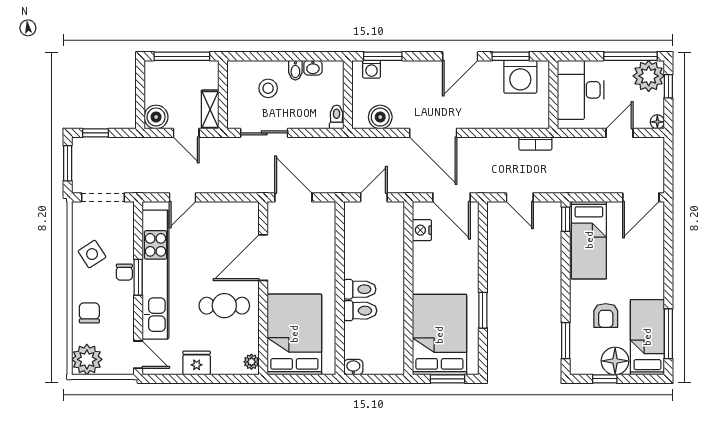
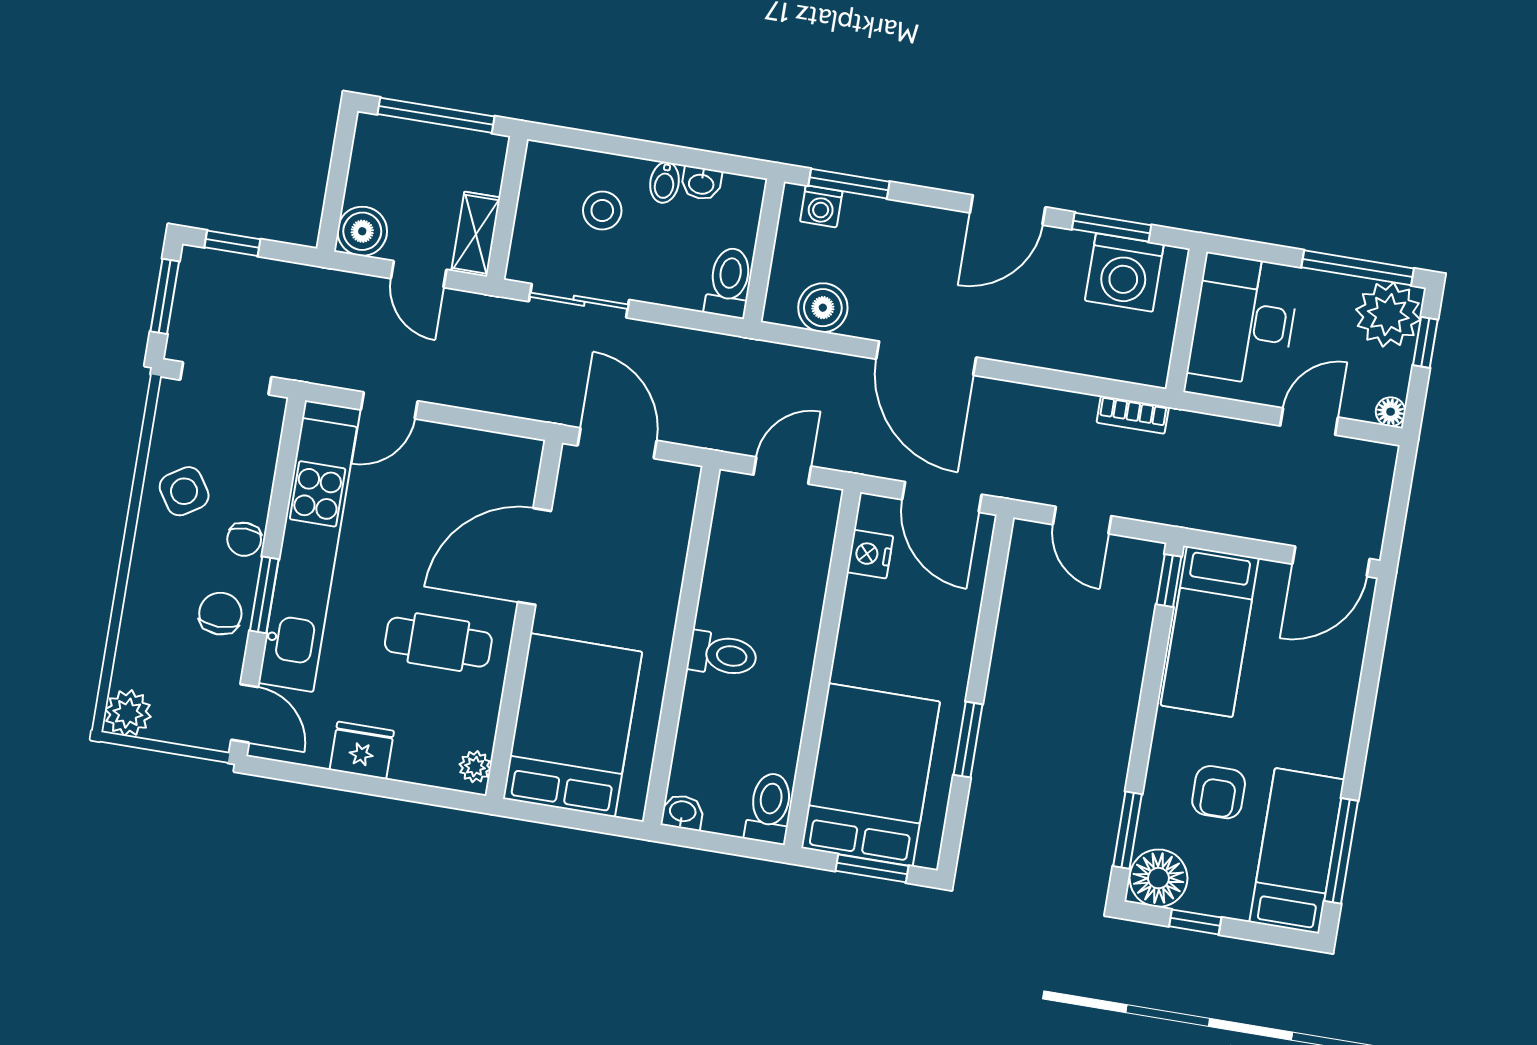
toilet: (337, 117) -> (729, 282), width x1.37, depth x1.39
window: (138, 277) -> (264, 595), moved
toilet: (360, 311) -> (770, 808), moved, turned -90
chair: (89, 313) -> (220, 614), moved
plant: (87, 359) -> (128, 713), width x0.73, depth x0.73
floor lamp: (615, 361) -> (1158, 878), moved

